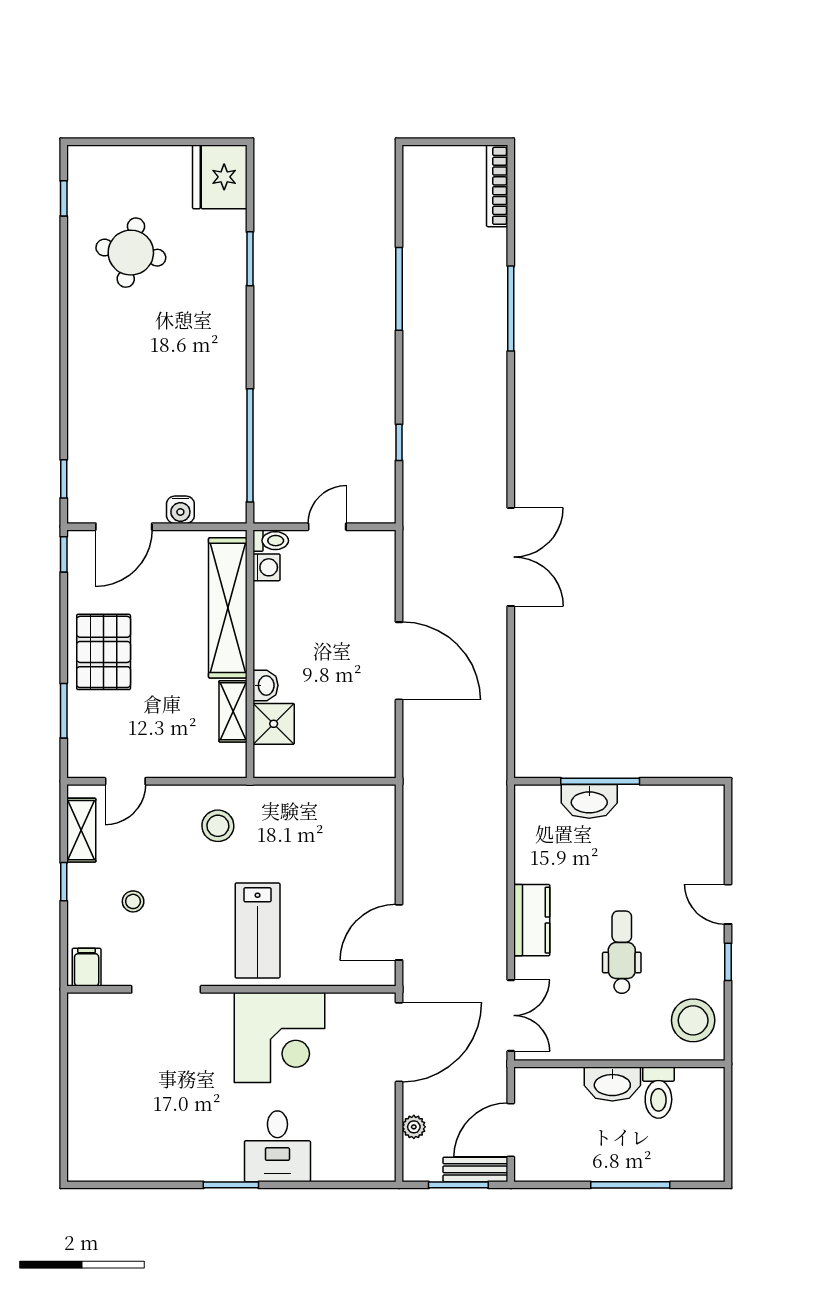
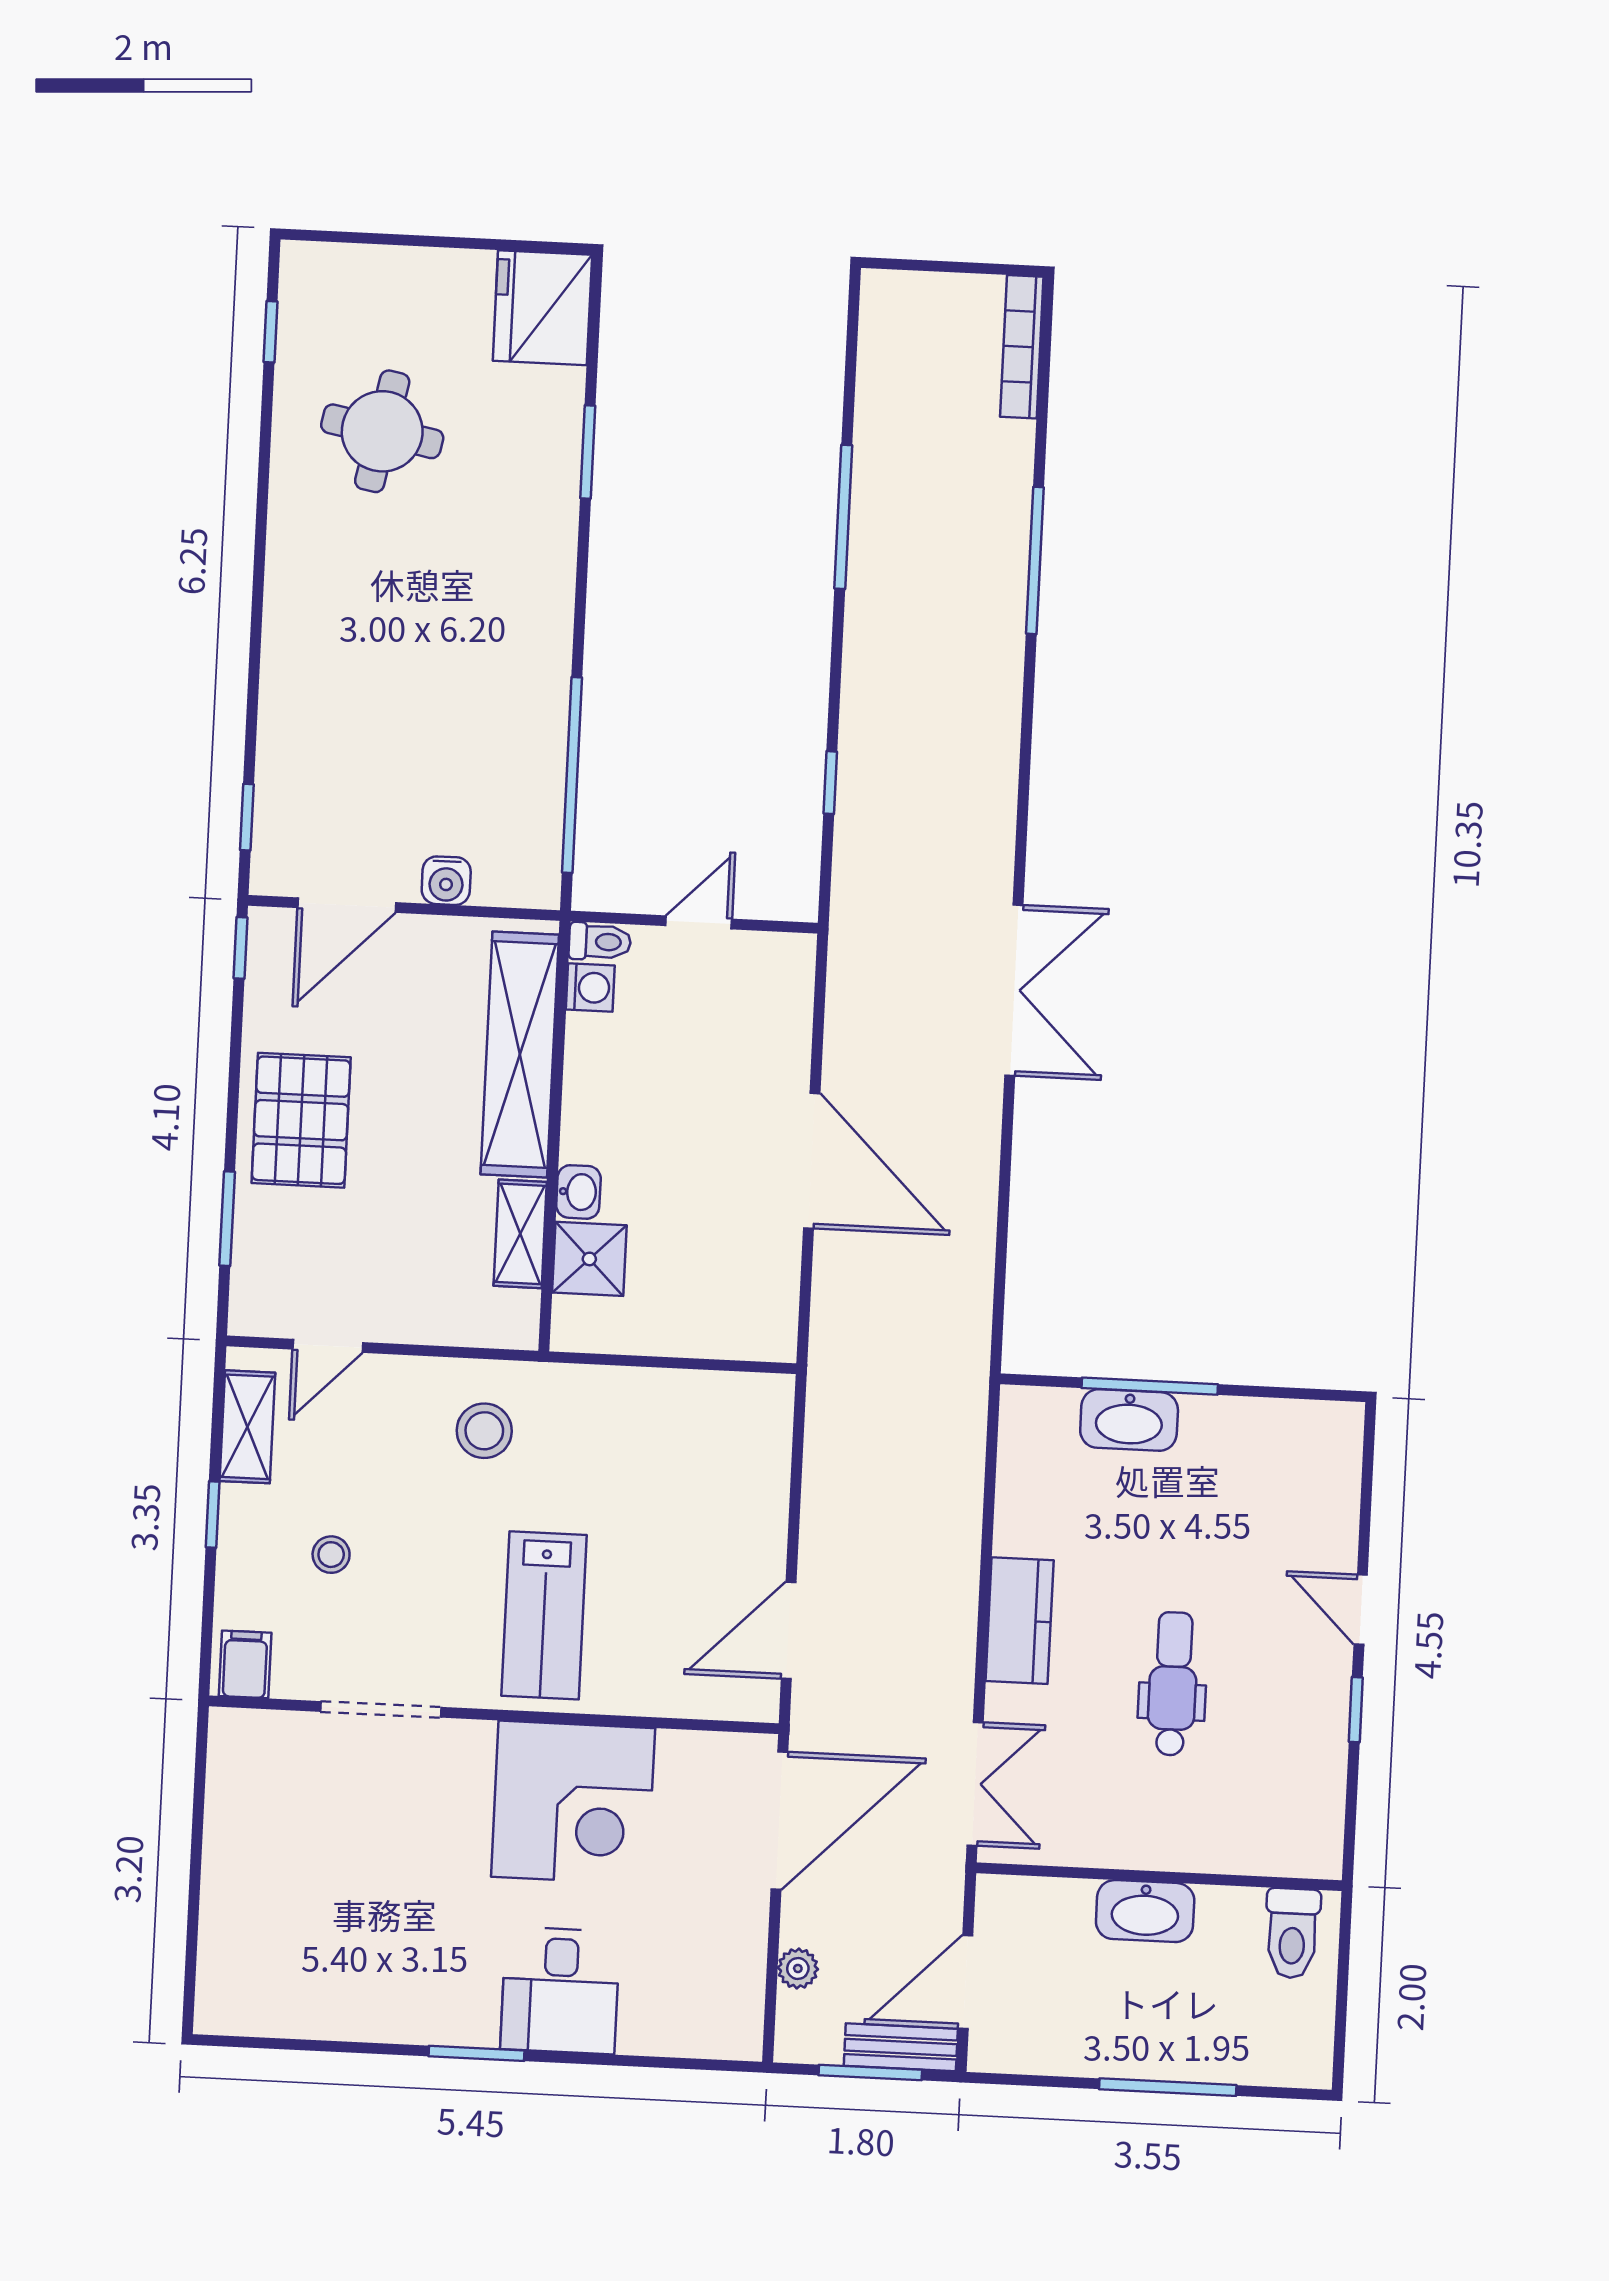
stool: (693, 1020) -> (1290, 1808), removed
toilet: (658, 1093) -> (1292, 1933), moved

